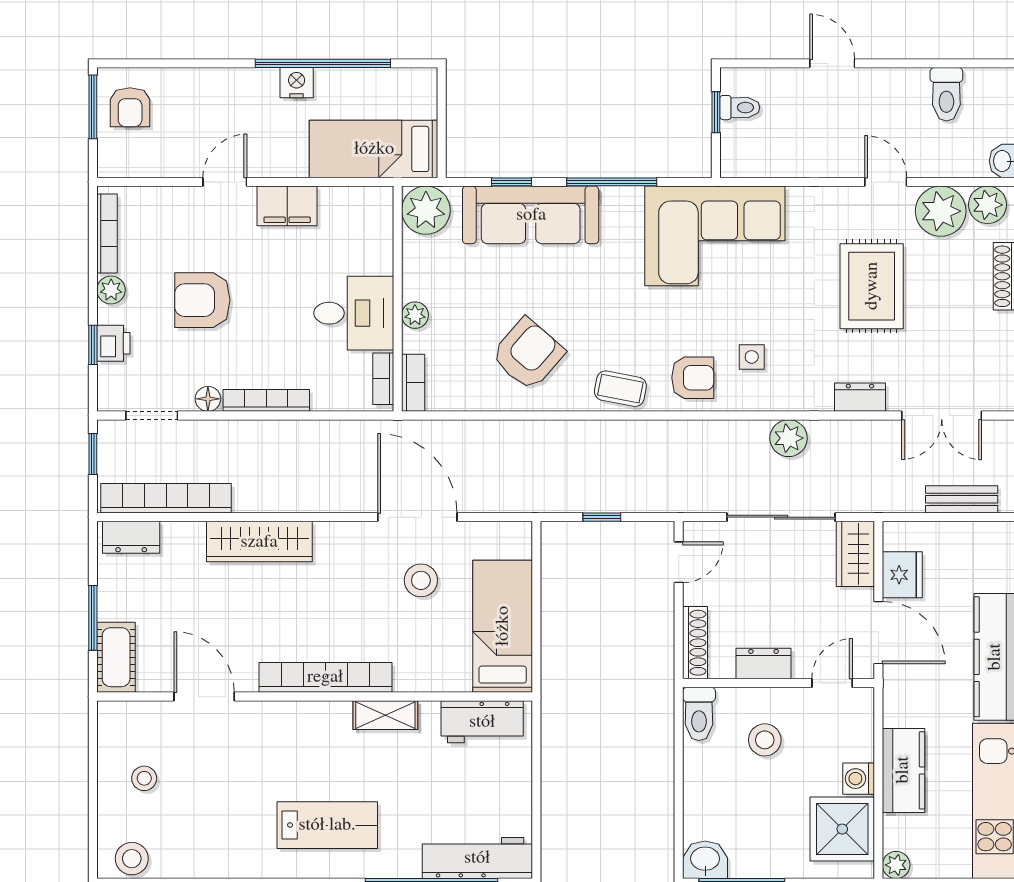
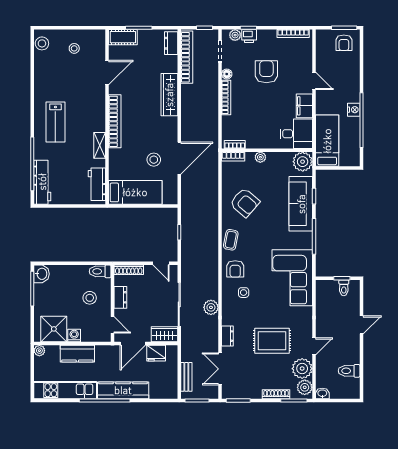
armchair: (130, 107) -> (344, 43), turned -90
plant: (111, 290) -> (235, 35), moved
desk: (354, 313) -> (296, 134), moved, turned -90

